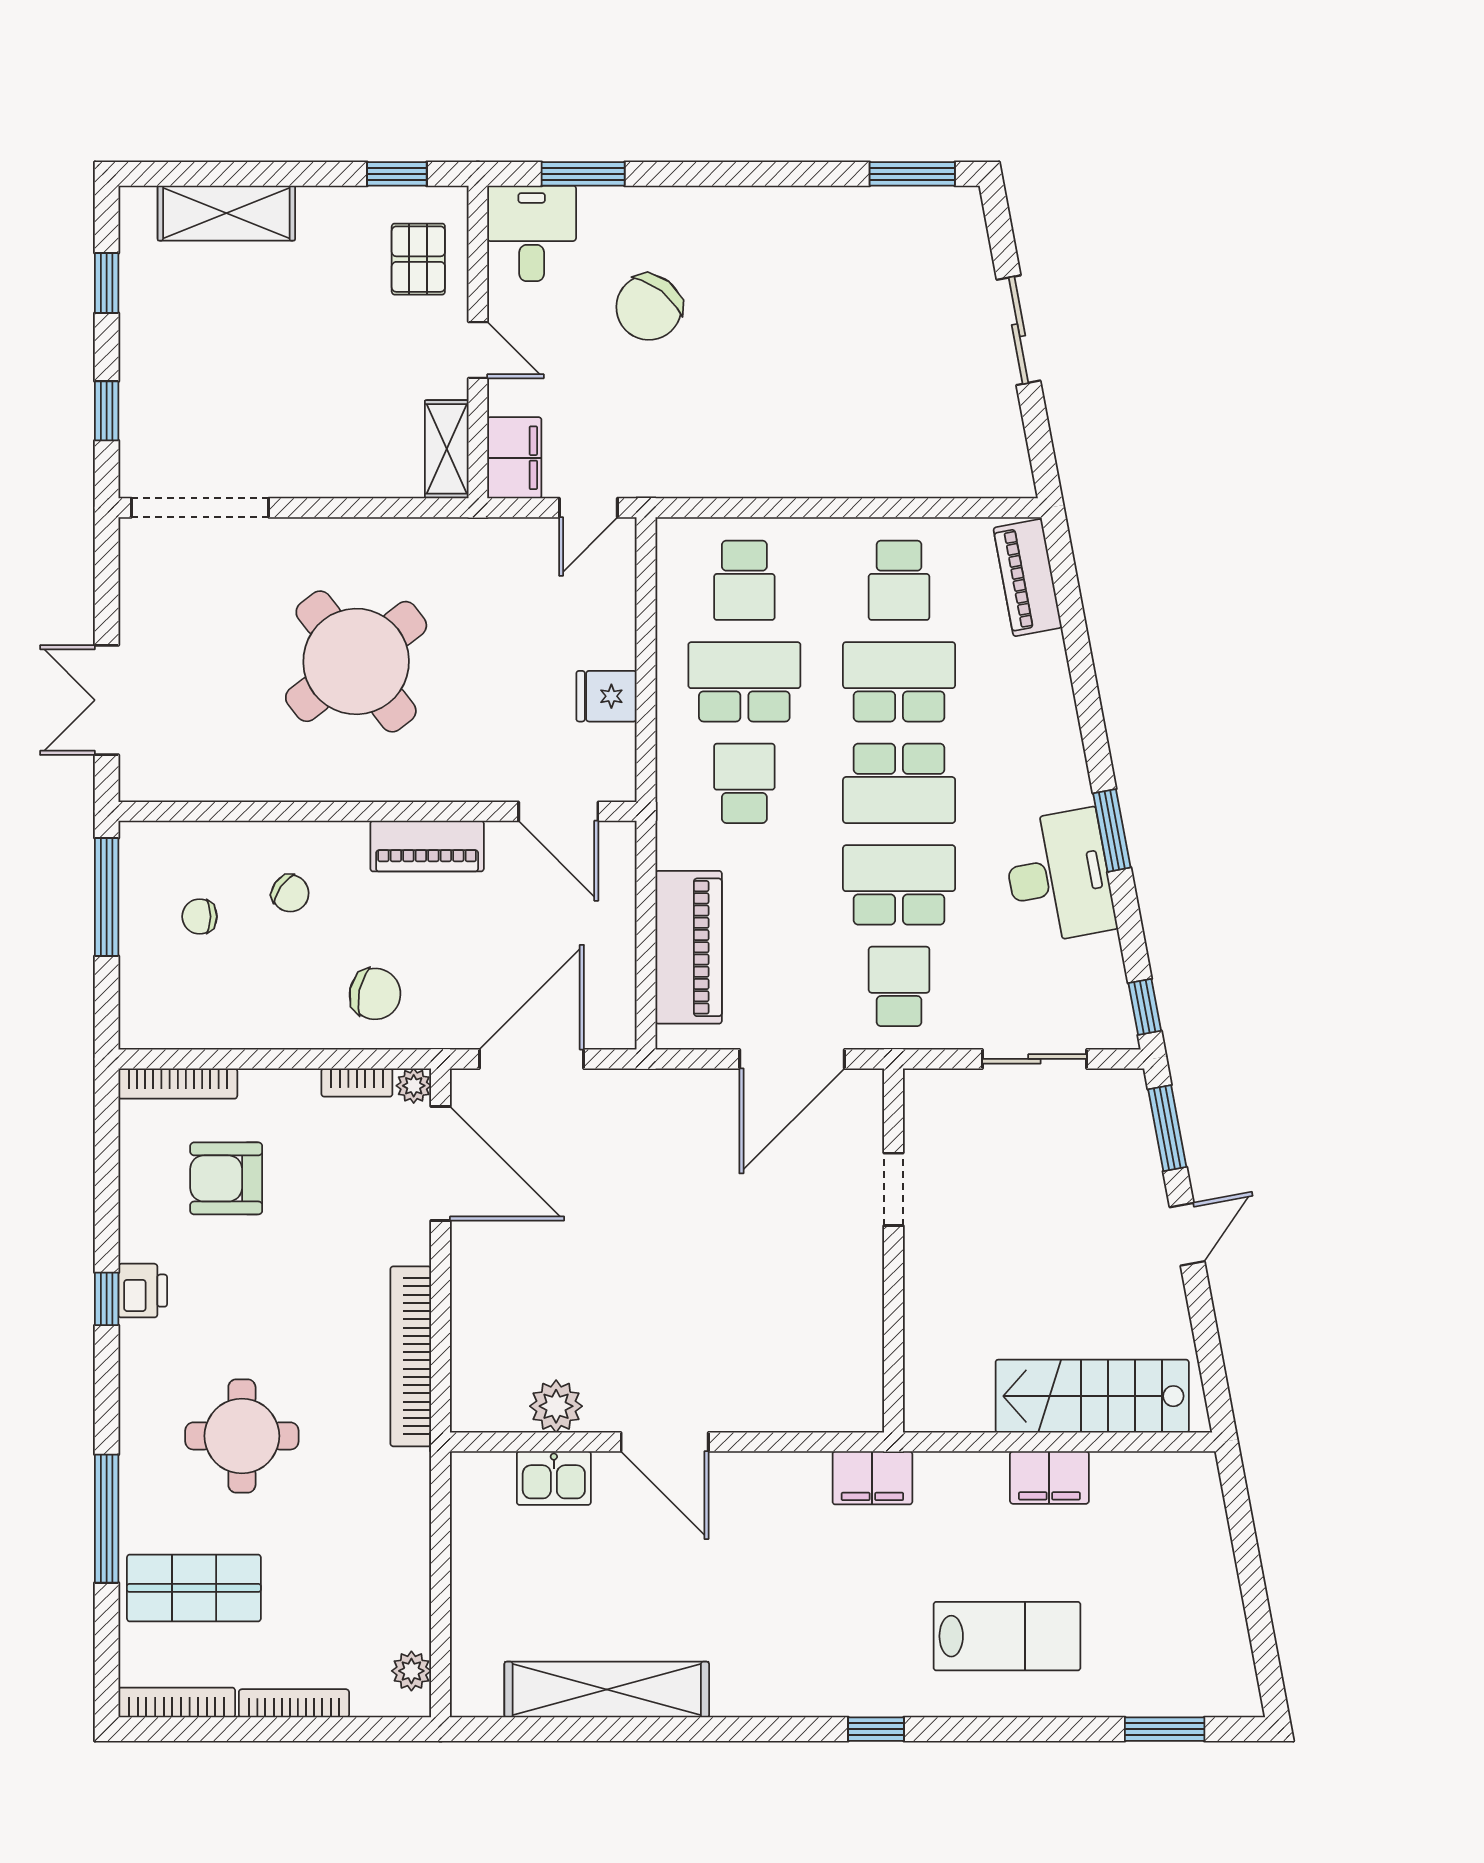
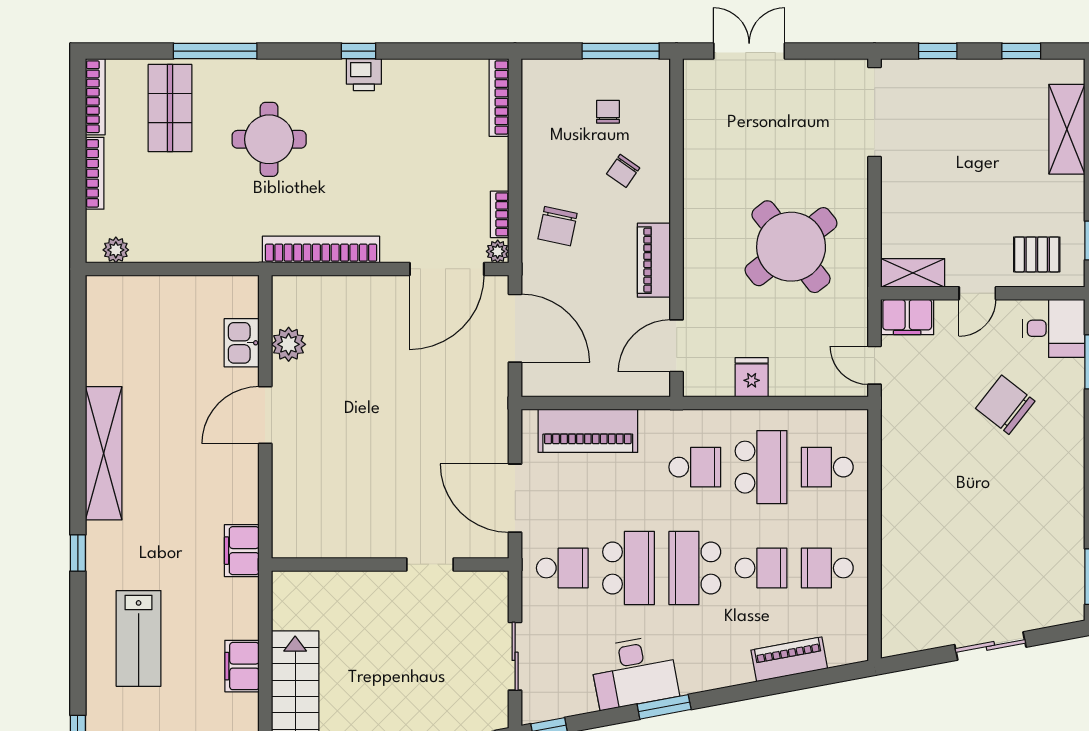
piano: (1028, 578) -> (789, 659), moved
round table: (356, 661) -> (791, 247), moved
school desk: (899, 682) -> (761, 568), width x0.54
armchair: (226, 1178) -> (437, 129), removed
shelving: (607, 1690) -> (104, 453), moved

